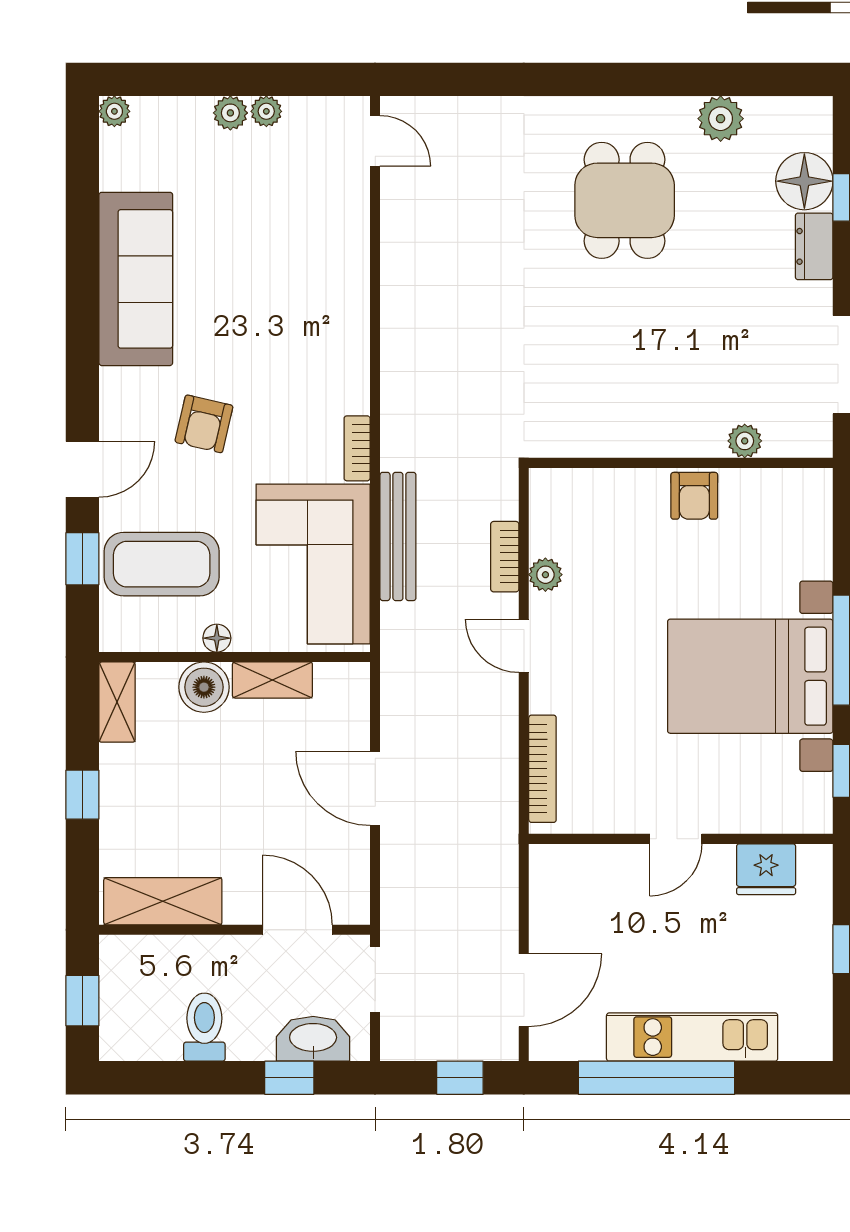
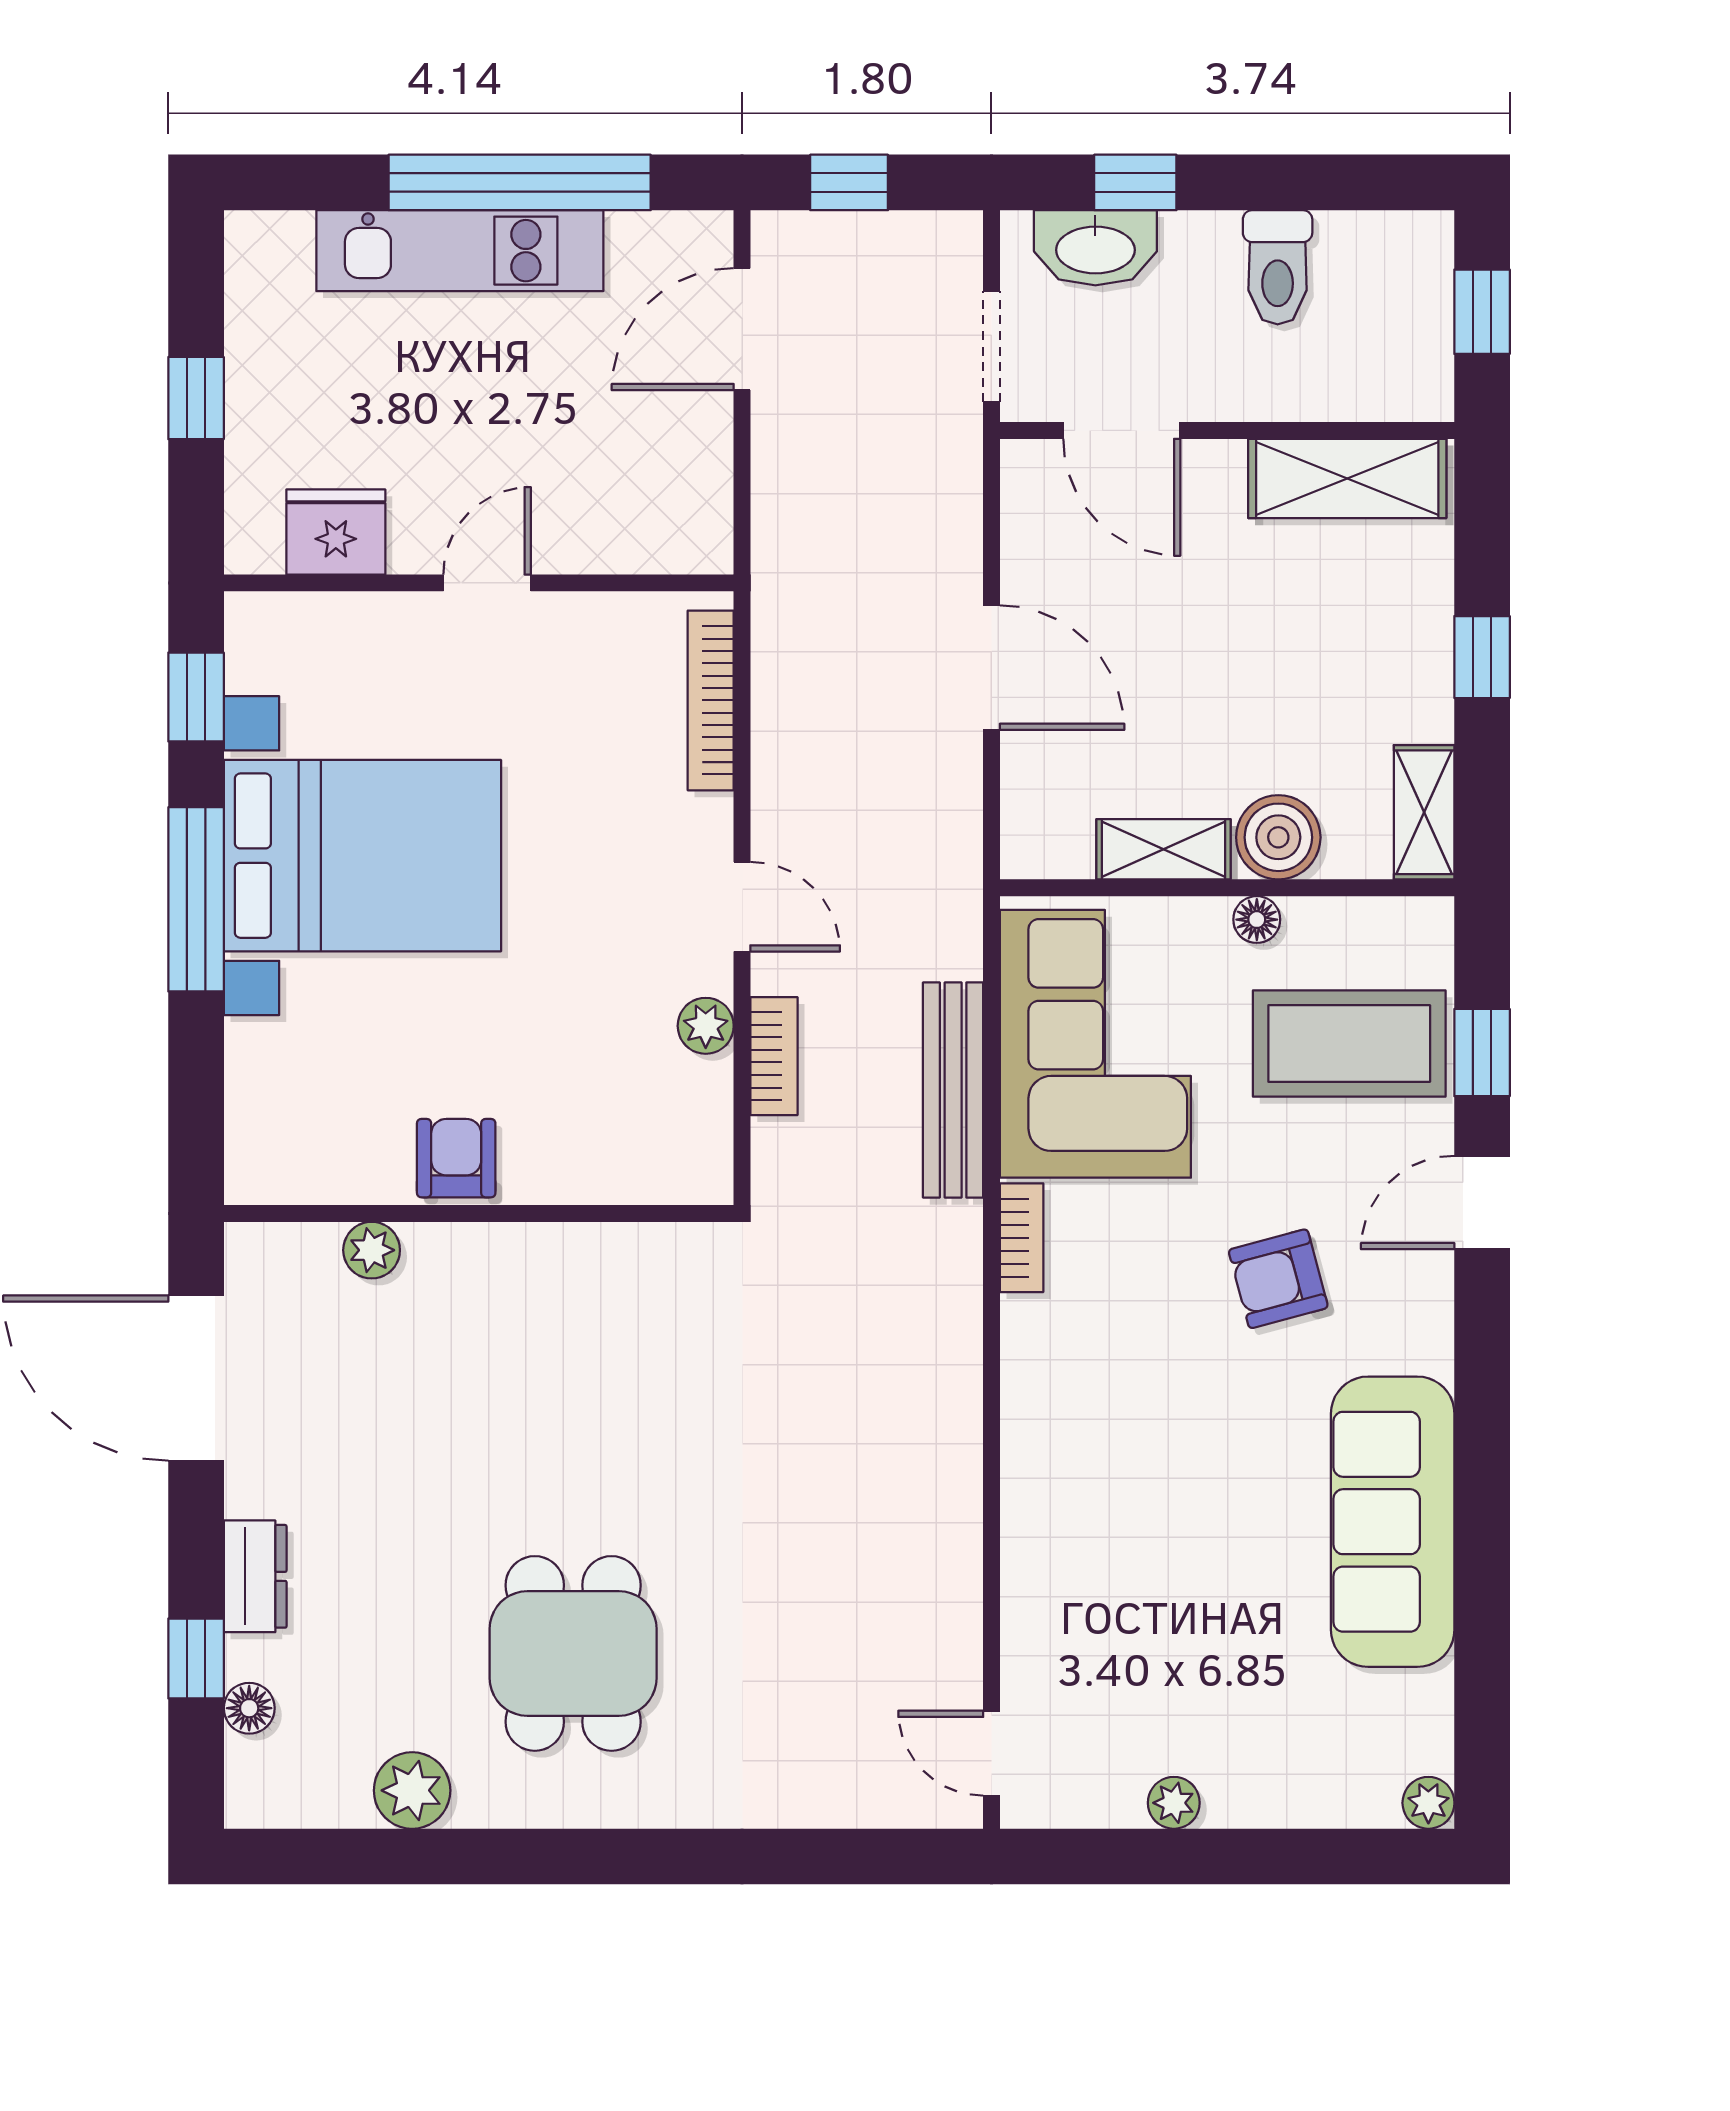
plant: (230, 113) -> (1234, 1800), removed
floor lamp: (804, 181) -> (249, 1708), width x0.53, depth x0.53
armchair: (204, 424) -> (1278, 1279), turned -118

